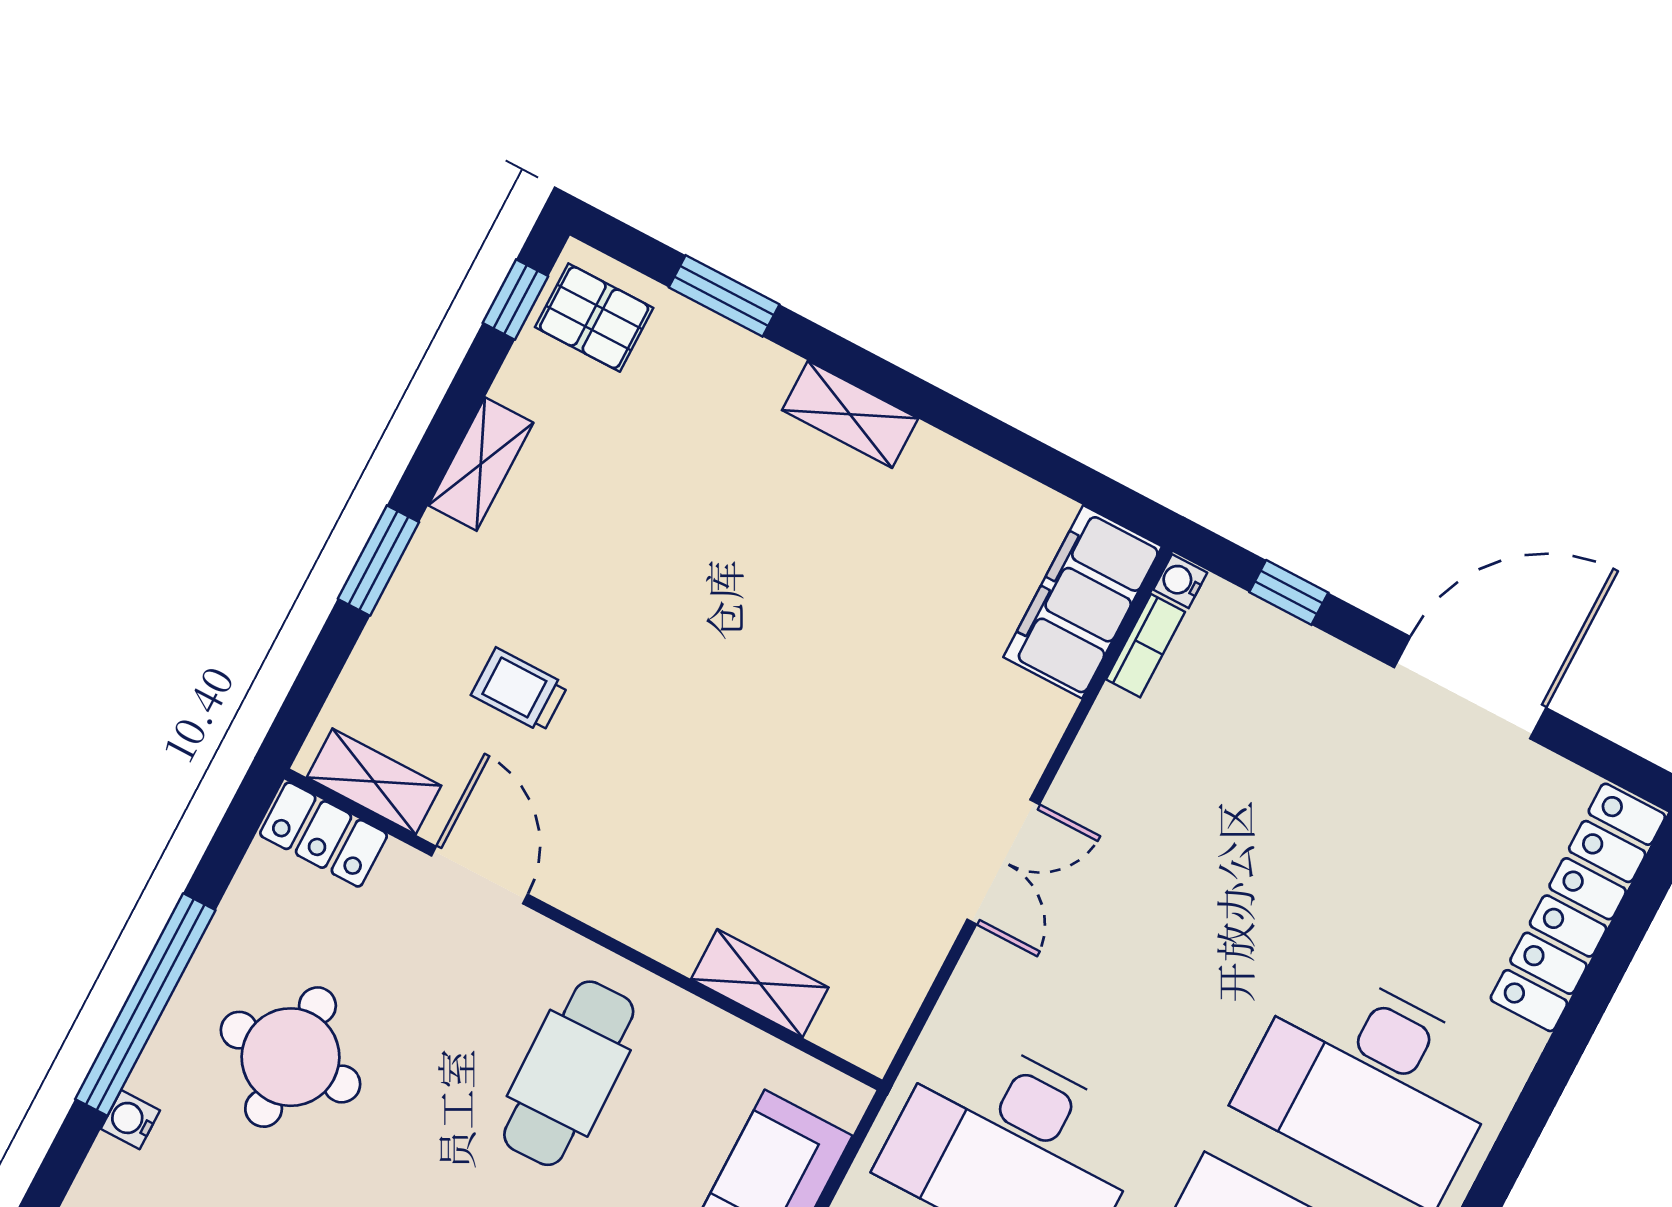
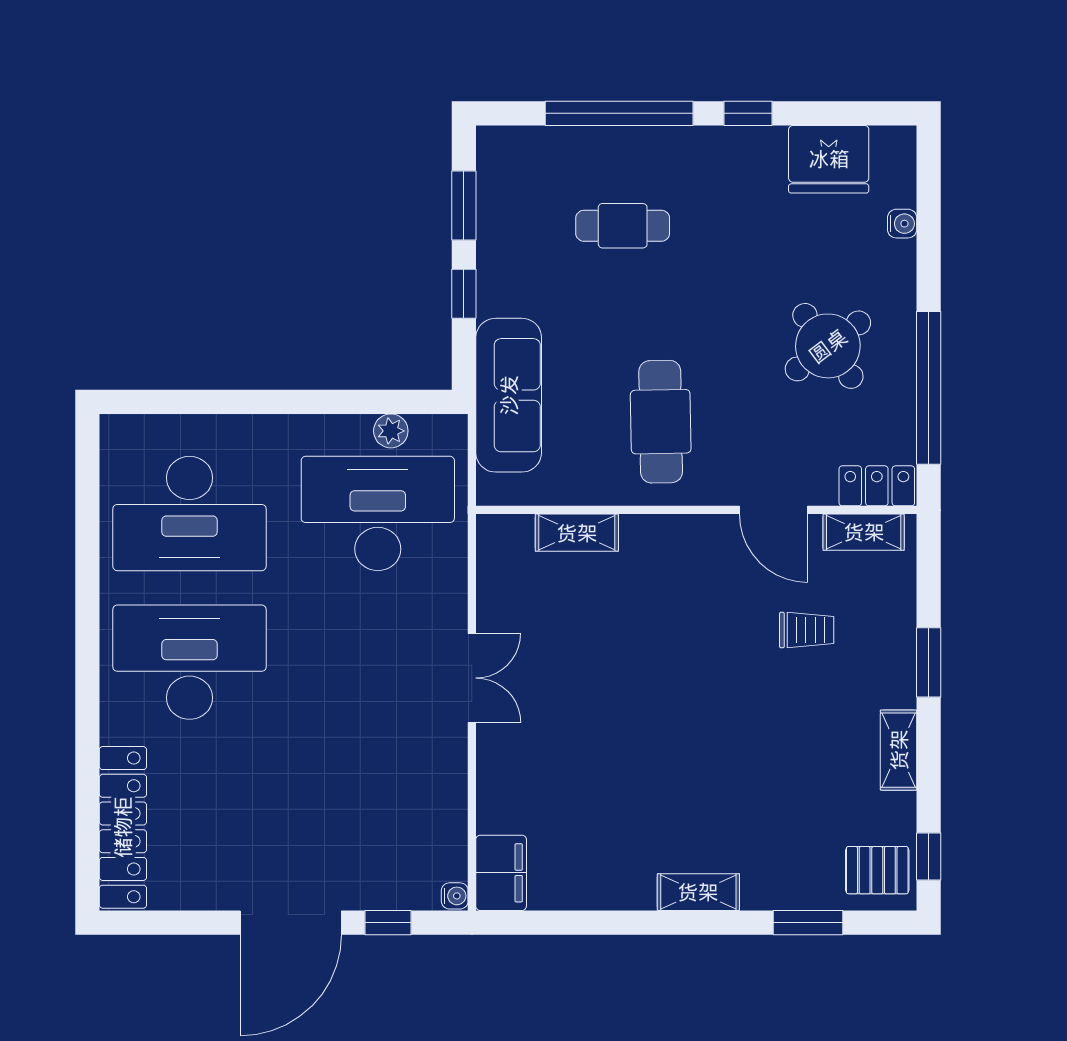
filing cabinet: (1083, 602) -> (501, 873), width x0.67, depth x0.86
bookcase: (1146, 646) -> (455, 848), removed
door: (1470, 688) -> (291, 923), moved
double door: (1003, 862) -> (472, 678), swing flipped
window: (145, 1005) -> (929, 388), moved
round table: (291, 1057) -> (828, 346), turned -37
water cooler: (130, 1120) -> (902, 224), moved

